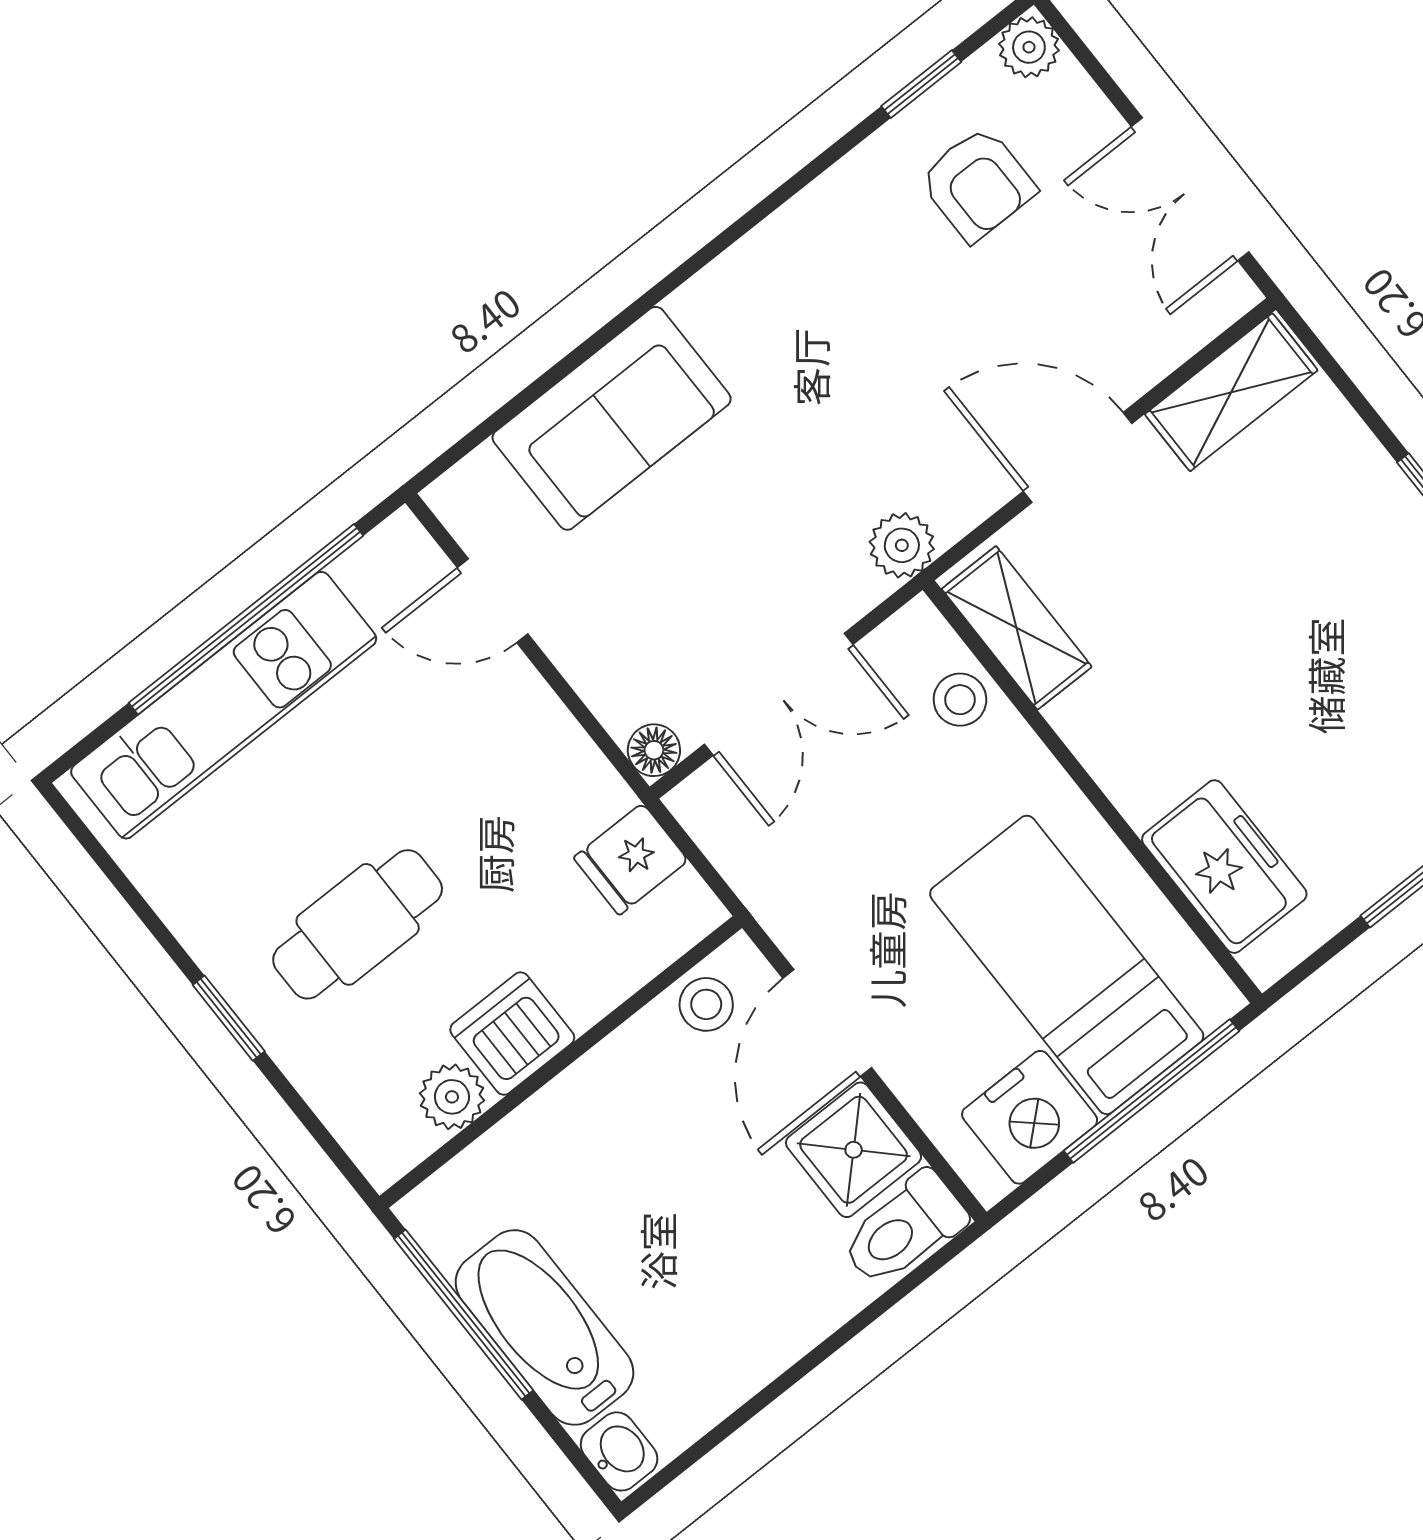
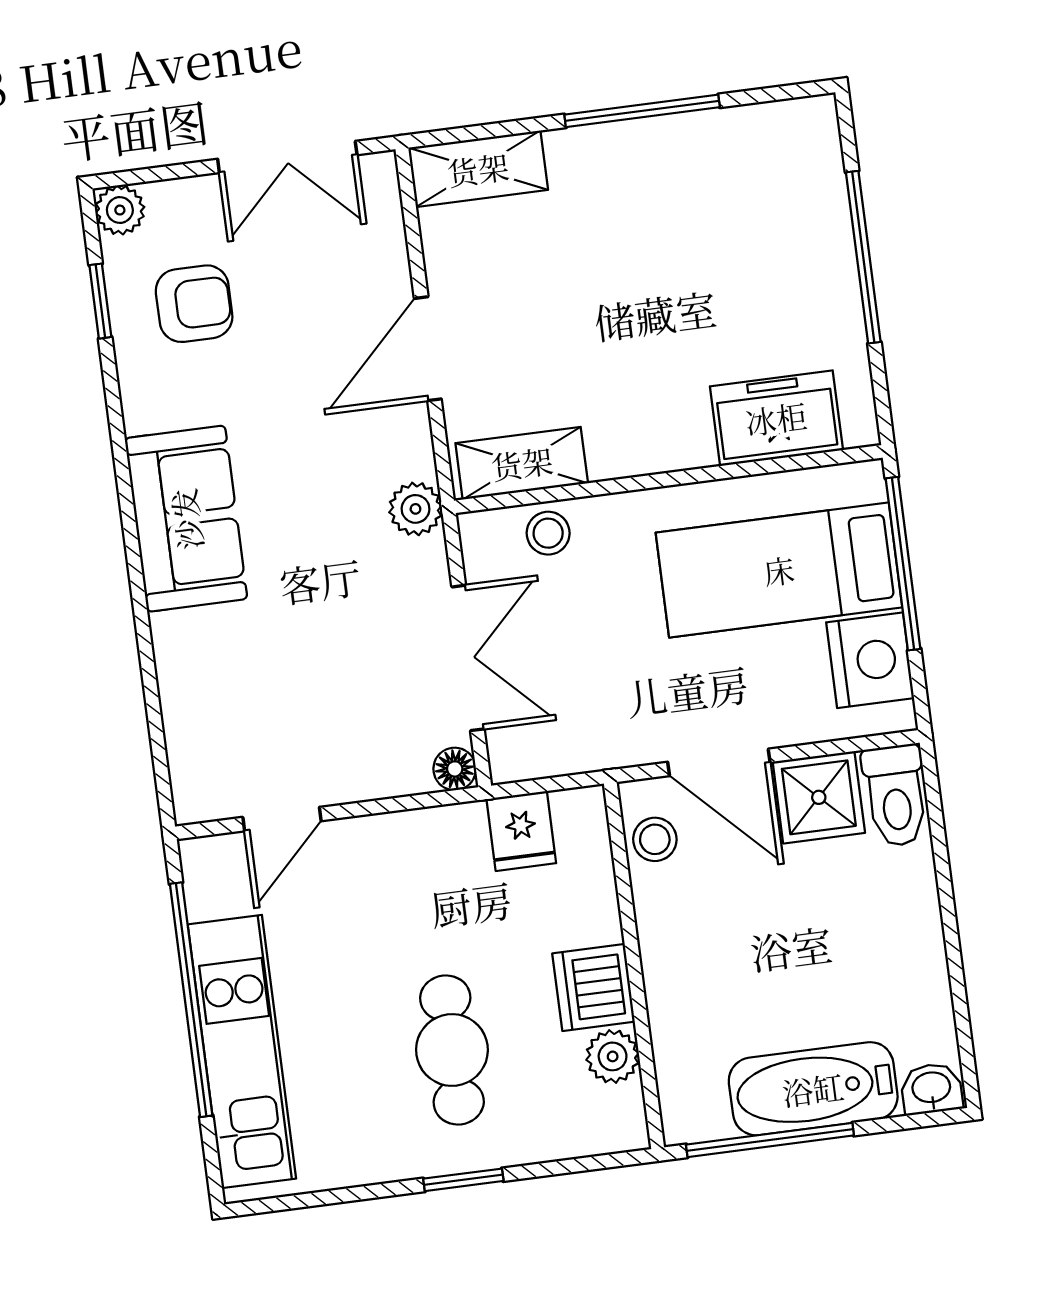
shelving: (1231, 392) -> (478, 169), moved, turned 90
sofa: (612, 418) -> (186, 519), moved

